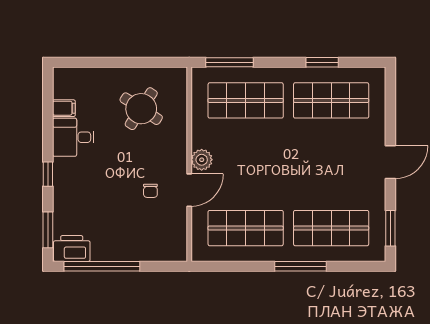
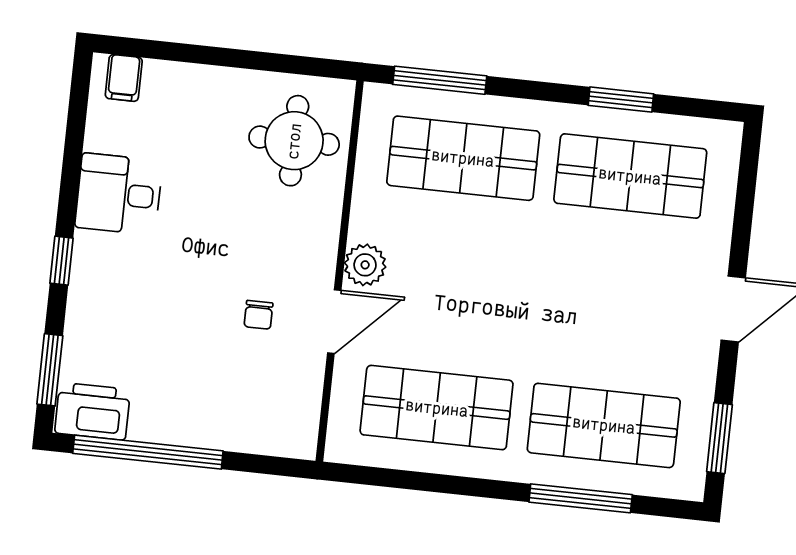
filing cabinet: (64, 108) -> (124, 78), moved, turned 90
round table: (141, 109) -> (294, 141), moved, turned -33
window: (300, 266) -> (581, 498), moved

